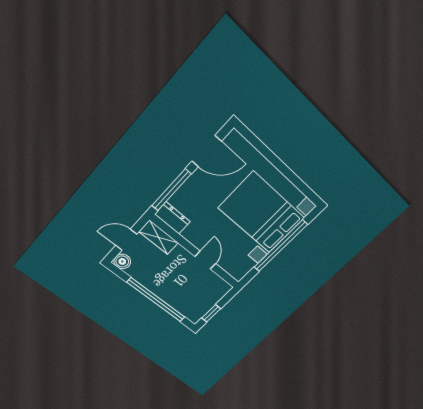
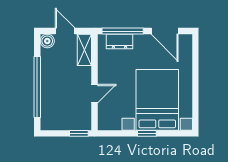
dresser: (172, 218) -> (120, 42), moved, turned 90
window: (281, 246) -> (147, 133), width x0.32
window: (211, 313) -> (79, 133), moved

